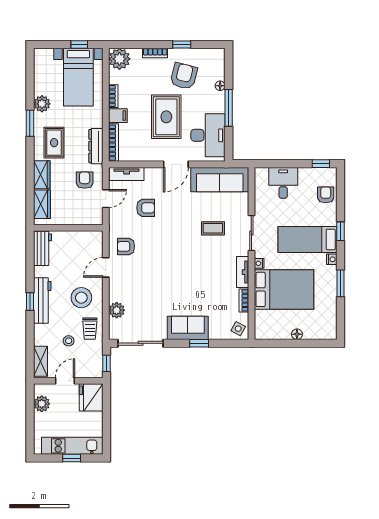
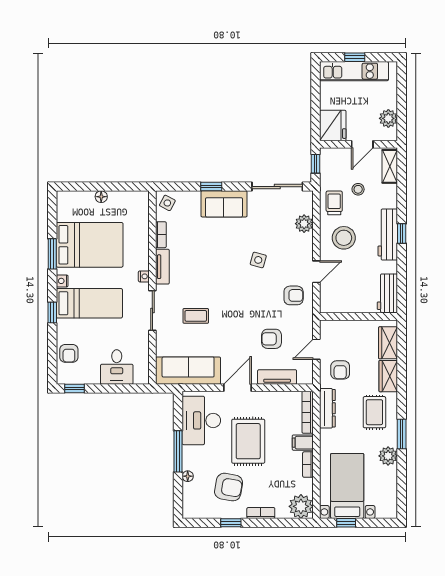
armchair: (184, 76) -> (229, 487), turned -94
tv unit: (127, 174) -> (277, 377), moved
side table: (157, 278) -> (258, 260), added
bed: (284, 289) -> (90, 245), moved, turned 180

